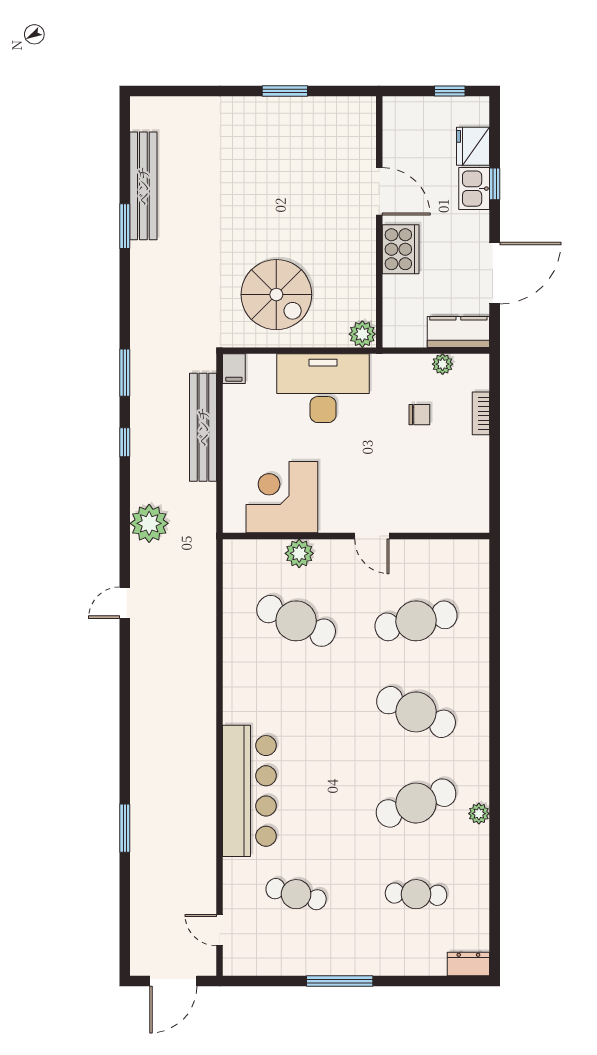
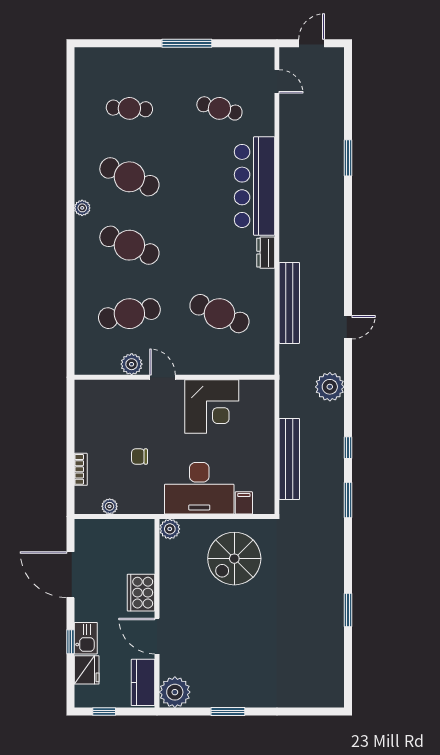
plant: (356, 117) -> (175, 692), added
bench: (143, 186) -> (289, 303), moved
door: (495, 273) -> (70, 575), hinge flipped
spiral stairs: (276, 295) -> (234, 559), turned -90
kitchen counter: (458, 332) -> (143, 682), moved, turned 90
filing cabinet: (234, 369) -> (244, 503), moved
chair: (419, 415) -> (139, 457), moved
corner desk: (282, 497) -> (212, 406), moved
plant: (299, 553) -> (132, 364), moved
cafe table: (416, 803) -> (129, 177), turned 45
plant: (479, 814) -> (82, 208), moved
dresser: (468, 964) -> (266, 253), moved, turned 90
door: (173, 981) -> (312, 43), width x0.73

